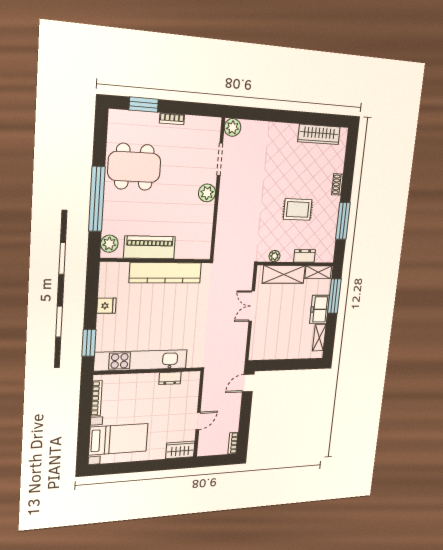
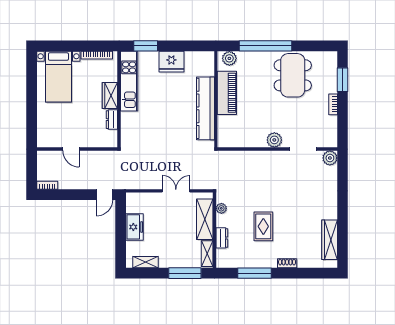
fridge: (106, 306) -> (171, 62), width x1.88, depth x1.34
freezer: (320, 309) -> (135, 227), moved, turned 90
kitchen unit: (141, 360) -> (129, 81), width x0.73
door: (248, 383) -> (104, 195), swing flipped
wardrobe: (180, 450) -> (110, 96), moved, turned 180

